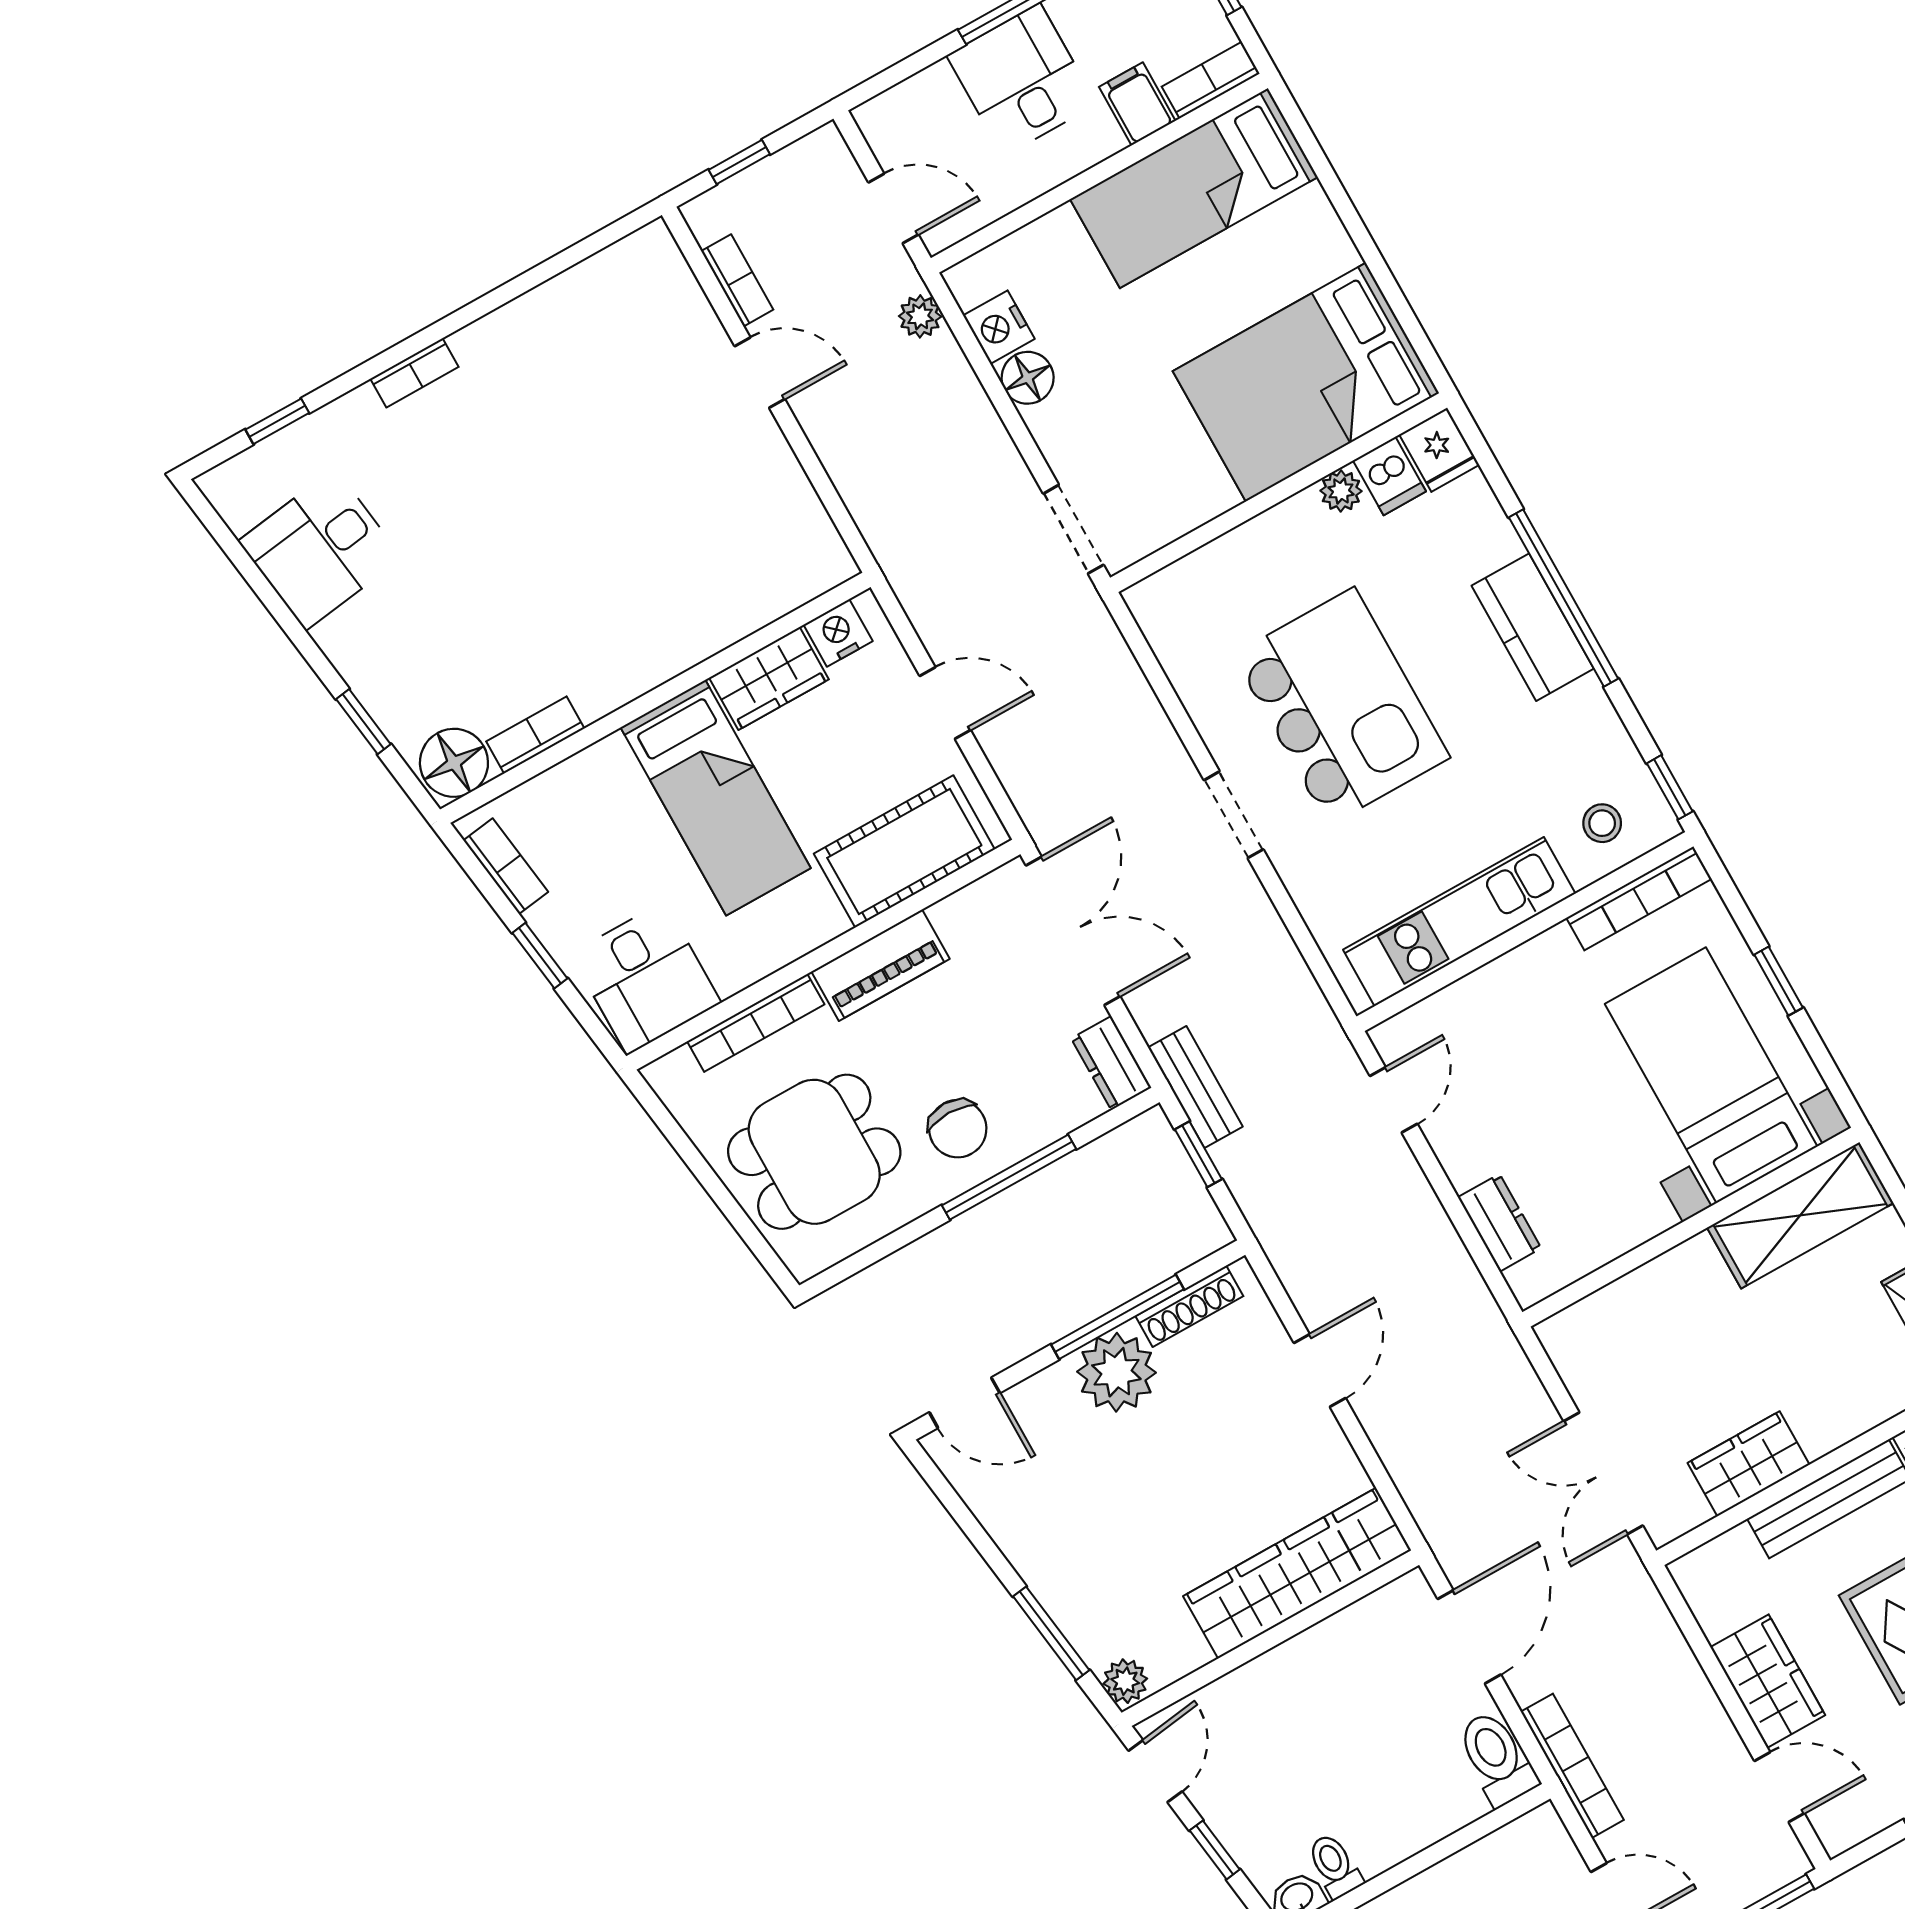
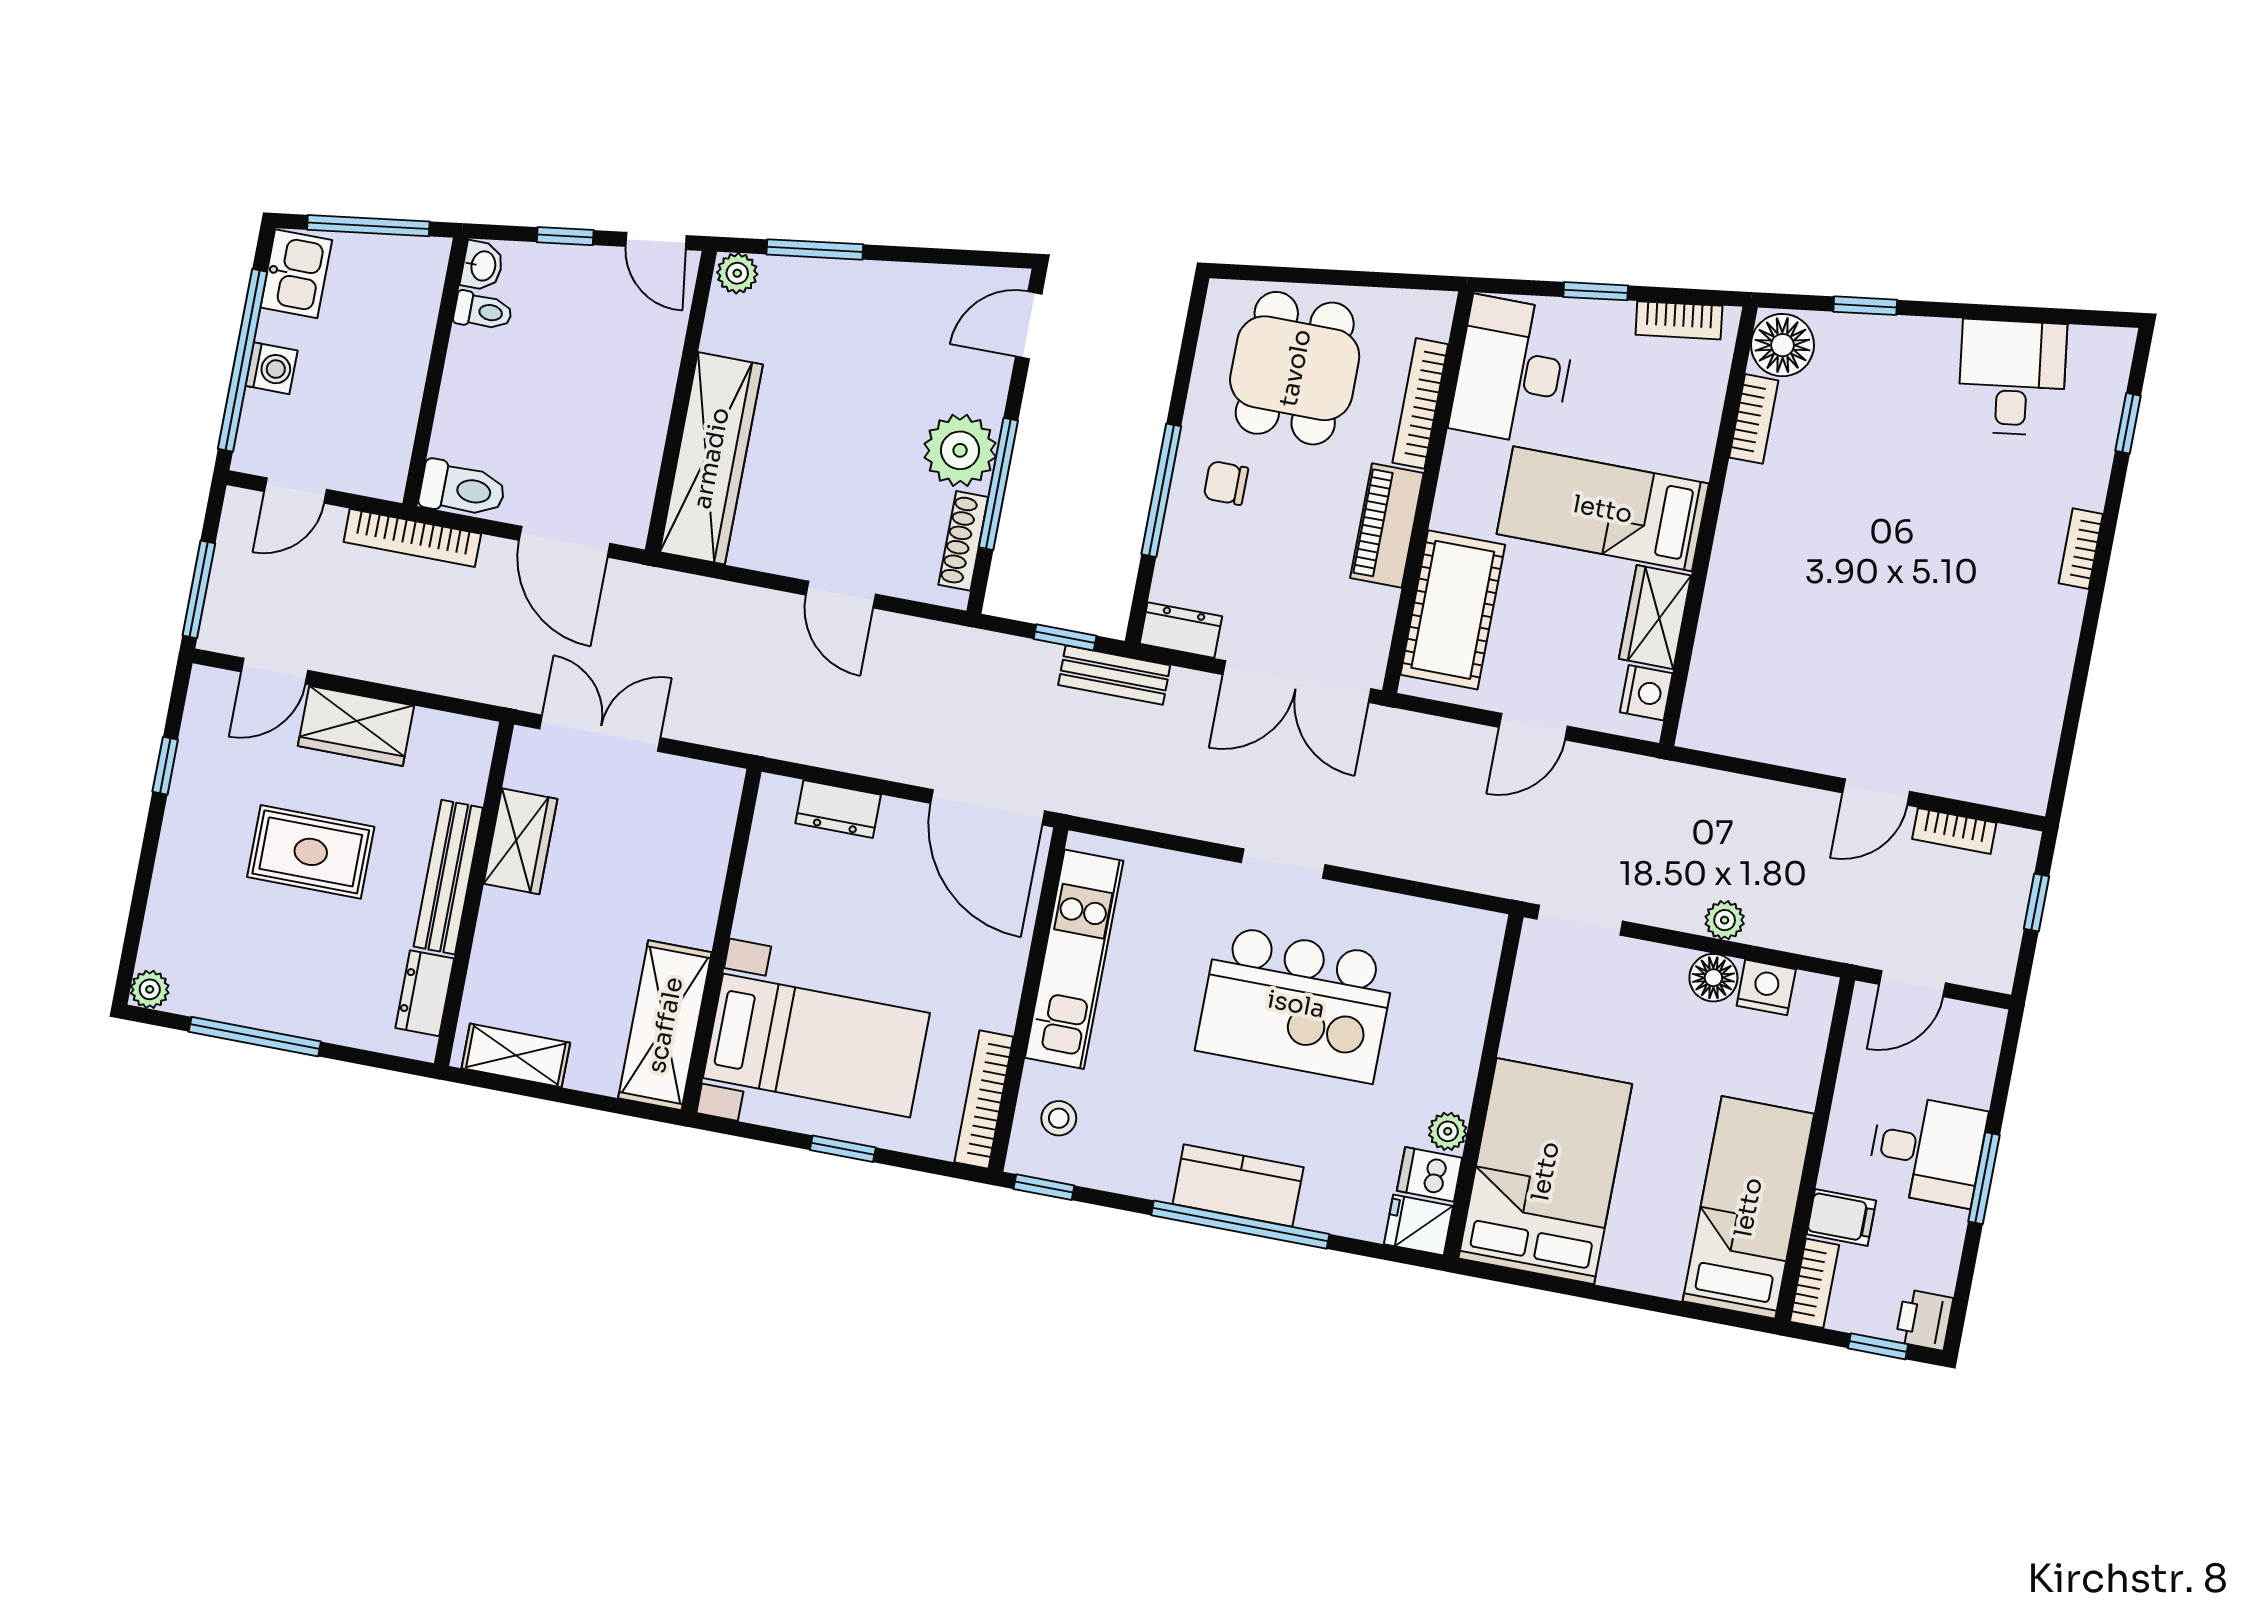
plant: (920, 316) -> (1725, 920), moved
desk: (646, 978) -> (1513, 371), width x1.37
door: (1394, 1100) -> (988, 807), width x1.88
chair: (958, 1129) -> (1226, 483), width x0.73, depth x0.73

